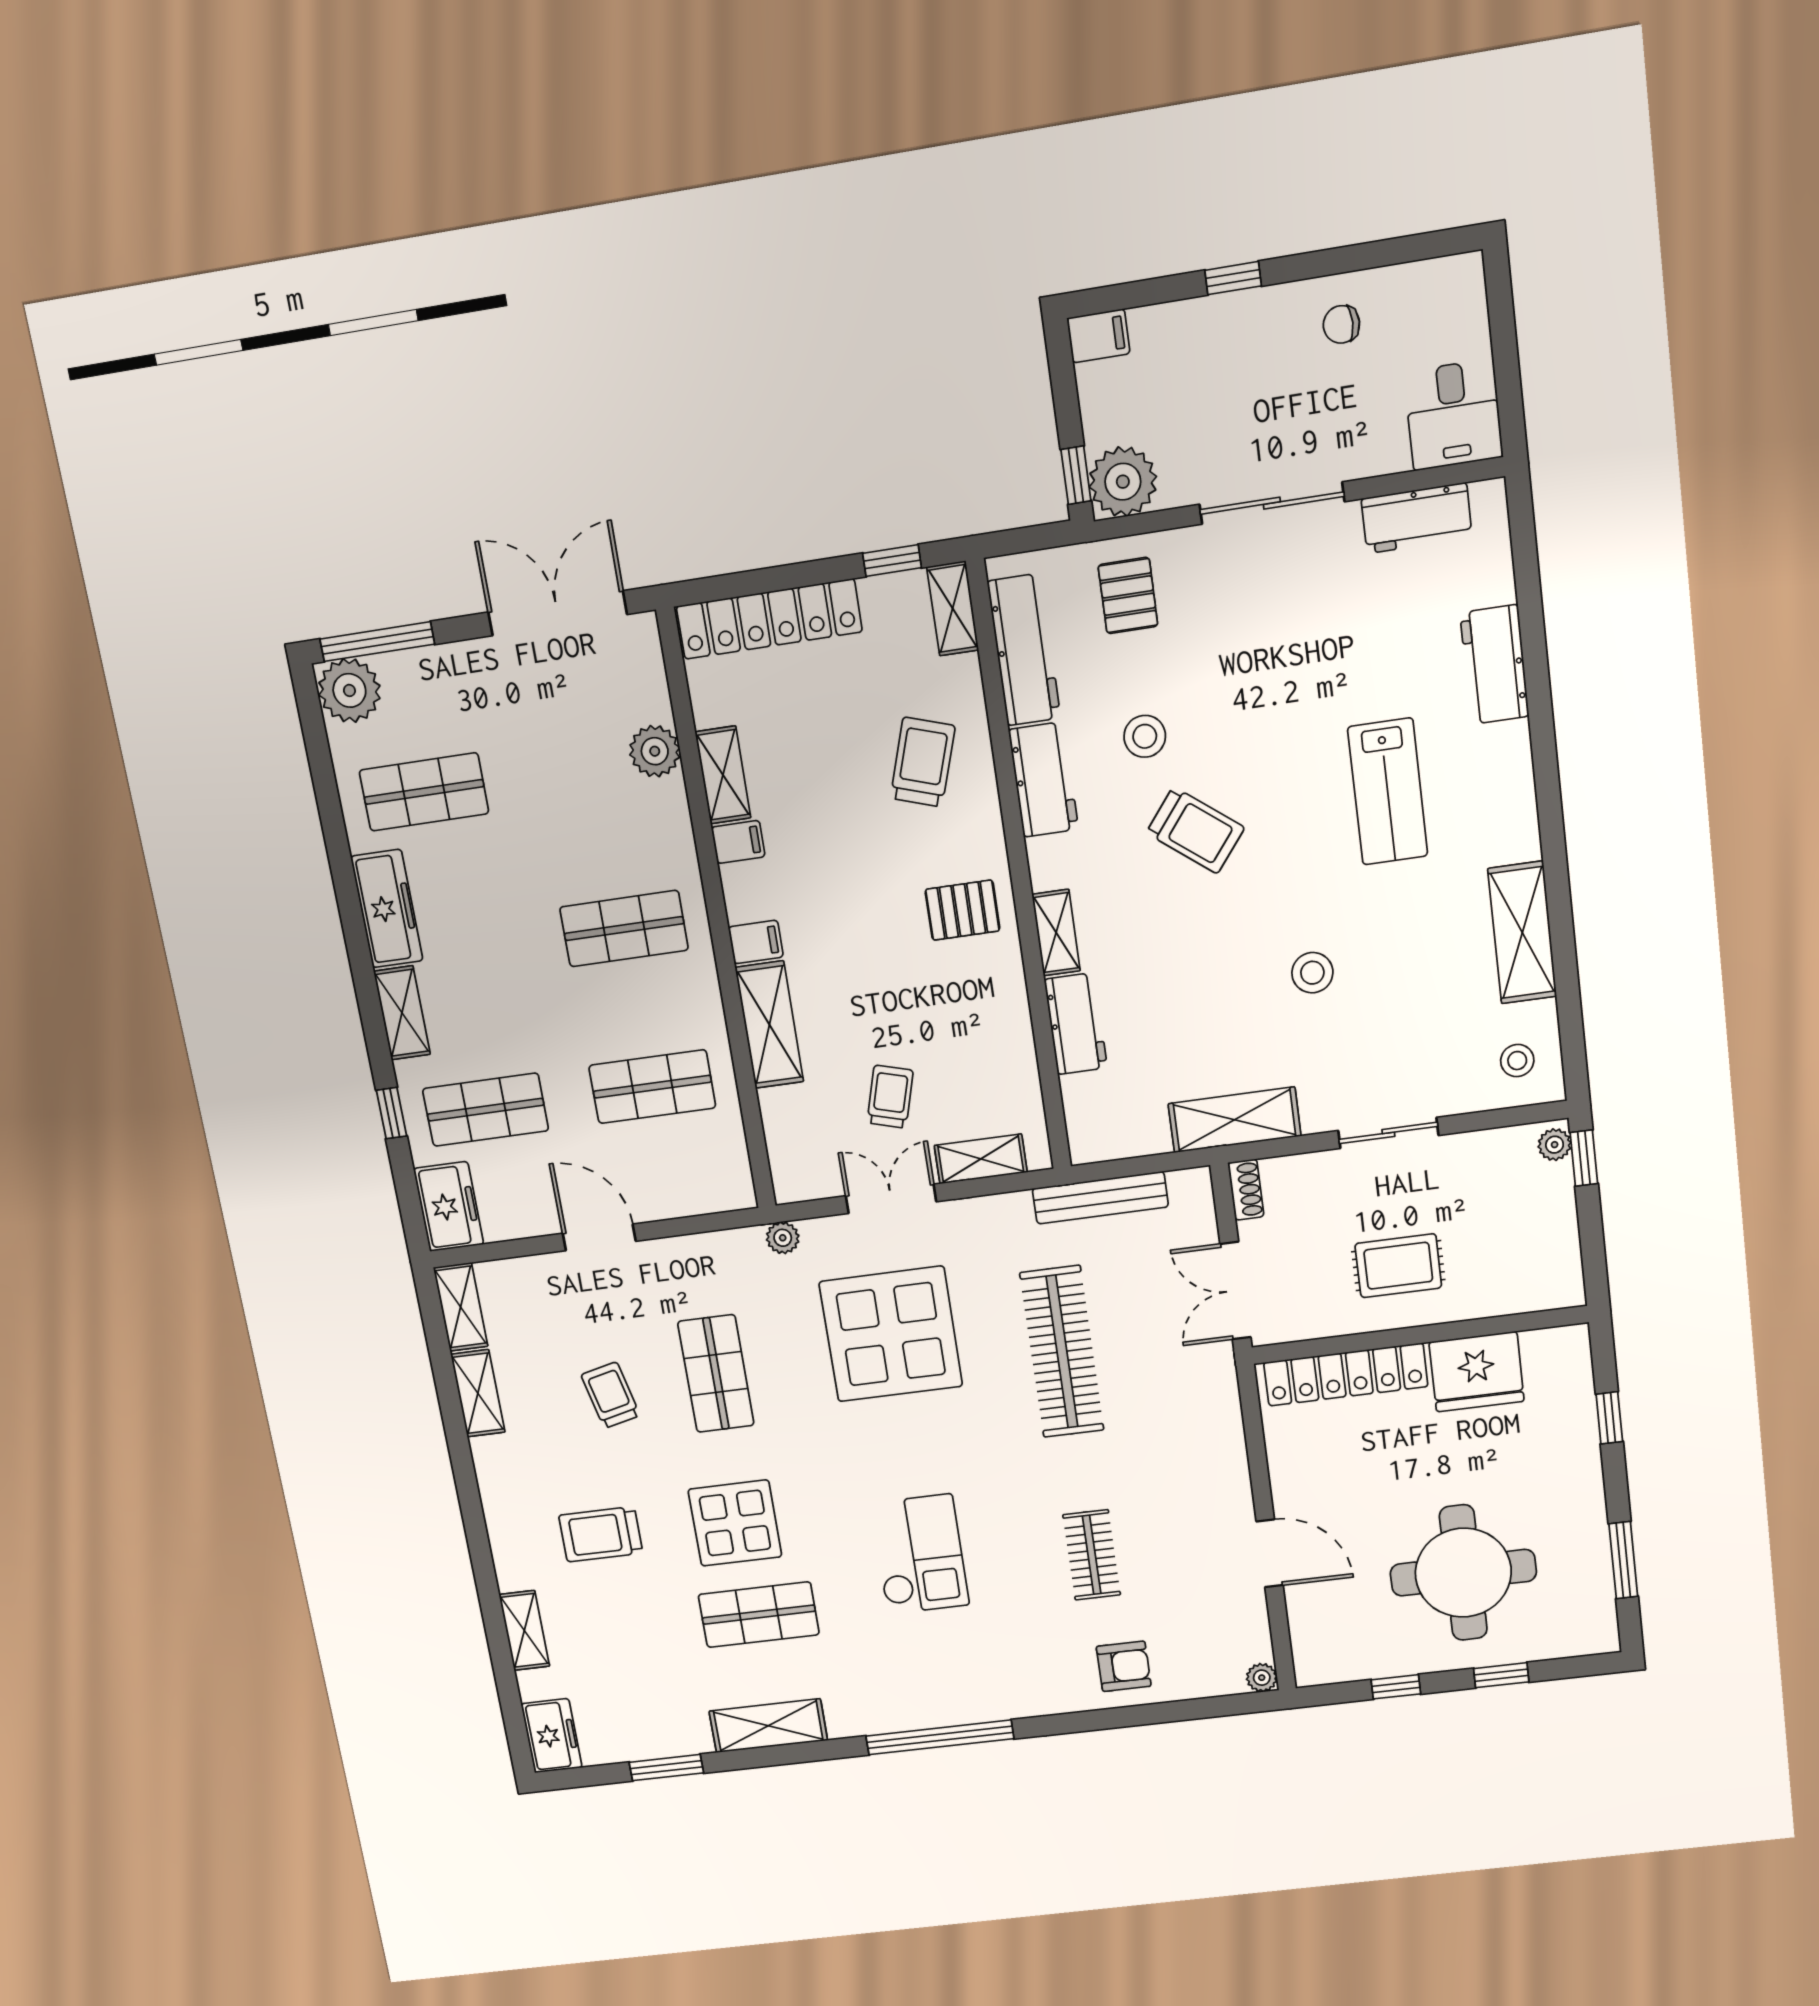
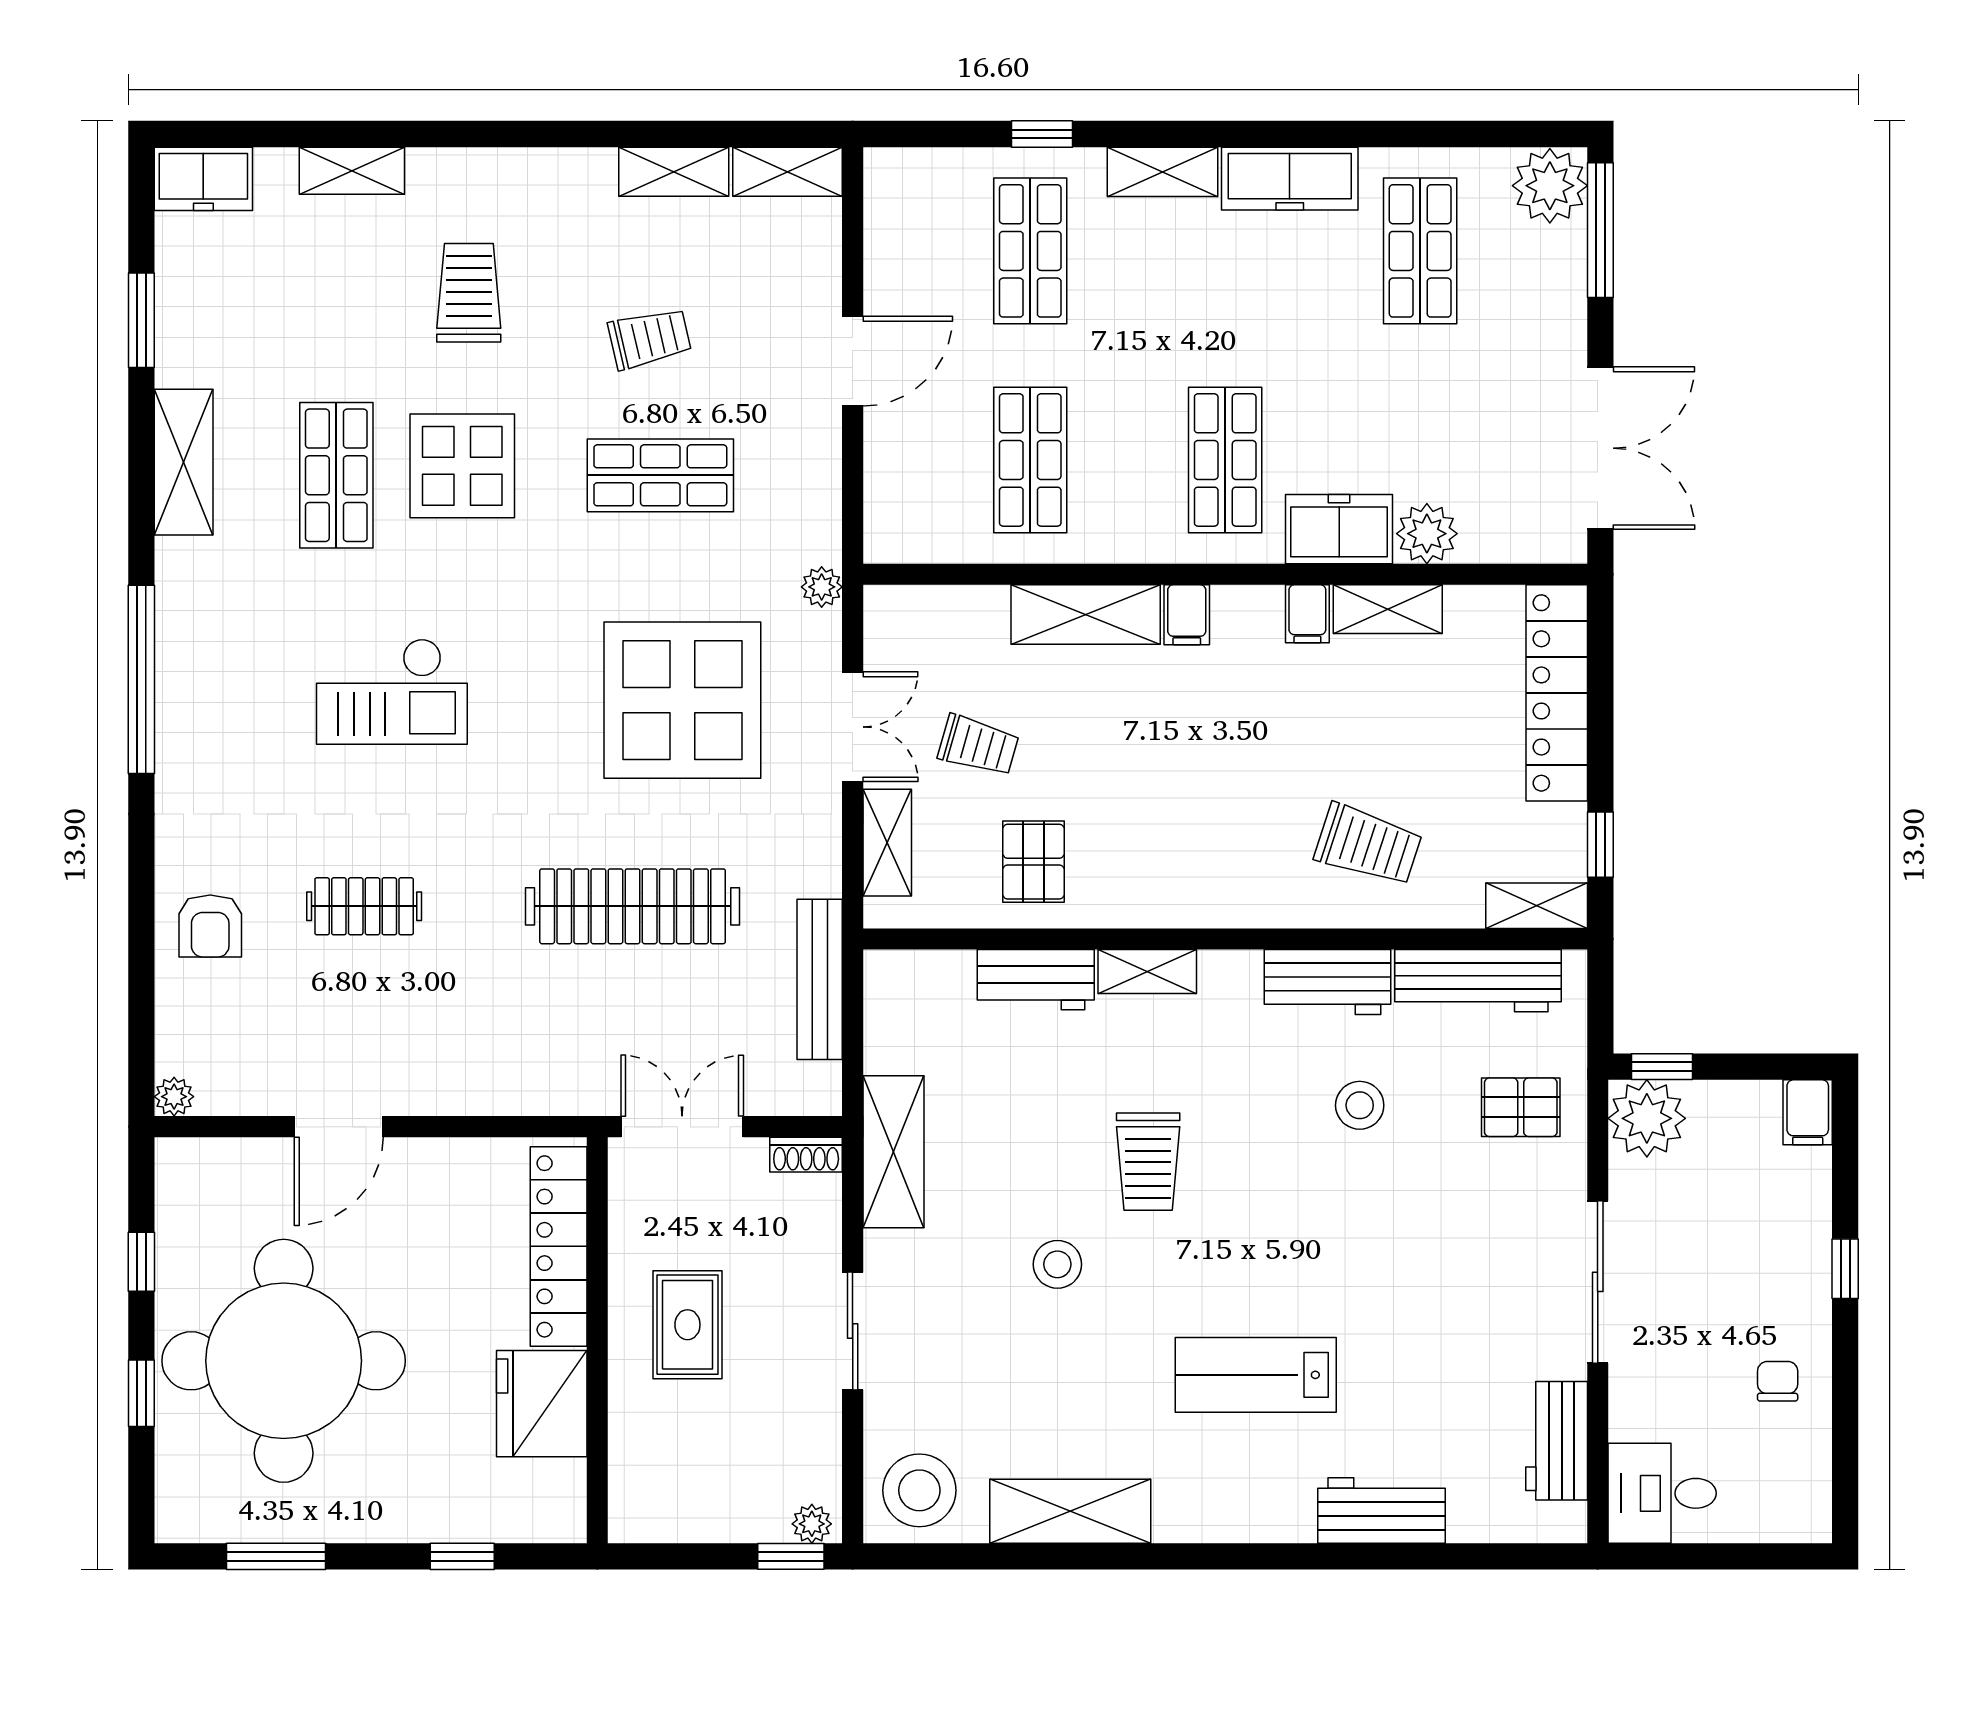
trolley: (1195, 830) -> (1148, 1162), moved, turned -38
pallet: (962, 910) -> (1033, 862), moved
stool: (1517, 1061) -> (919, 1490), width x1.89, depth x1.89
freezer: (449, 1206) -> (1339, 529), moved, turned 180
round table: (1463, 1573) -> (284, 1361), width x1.36, depth x1.36

